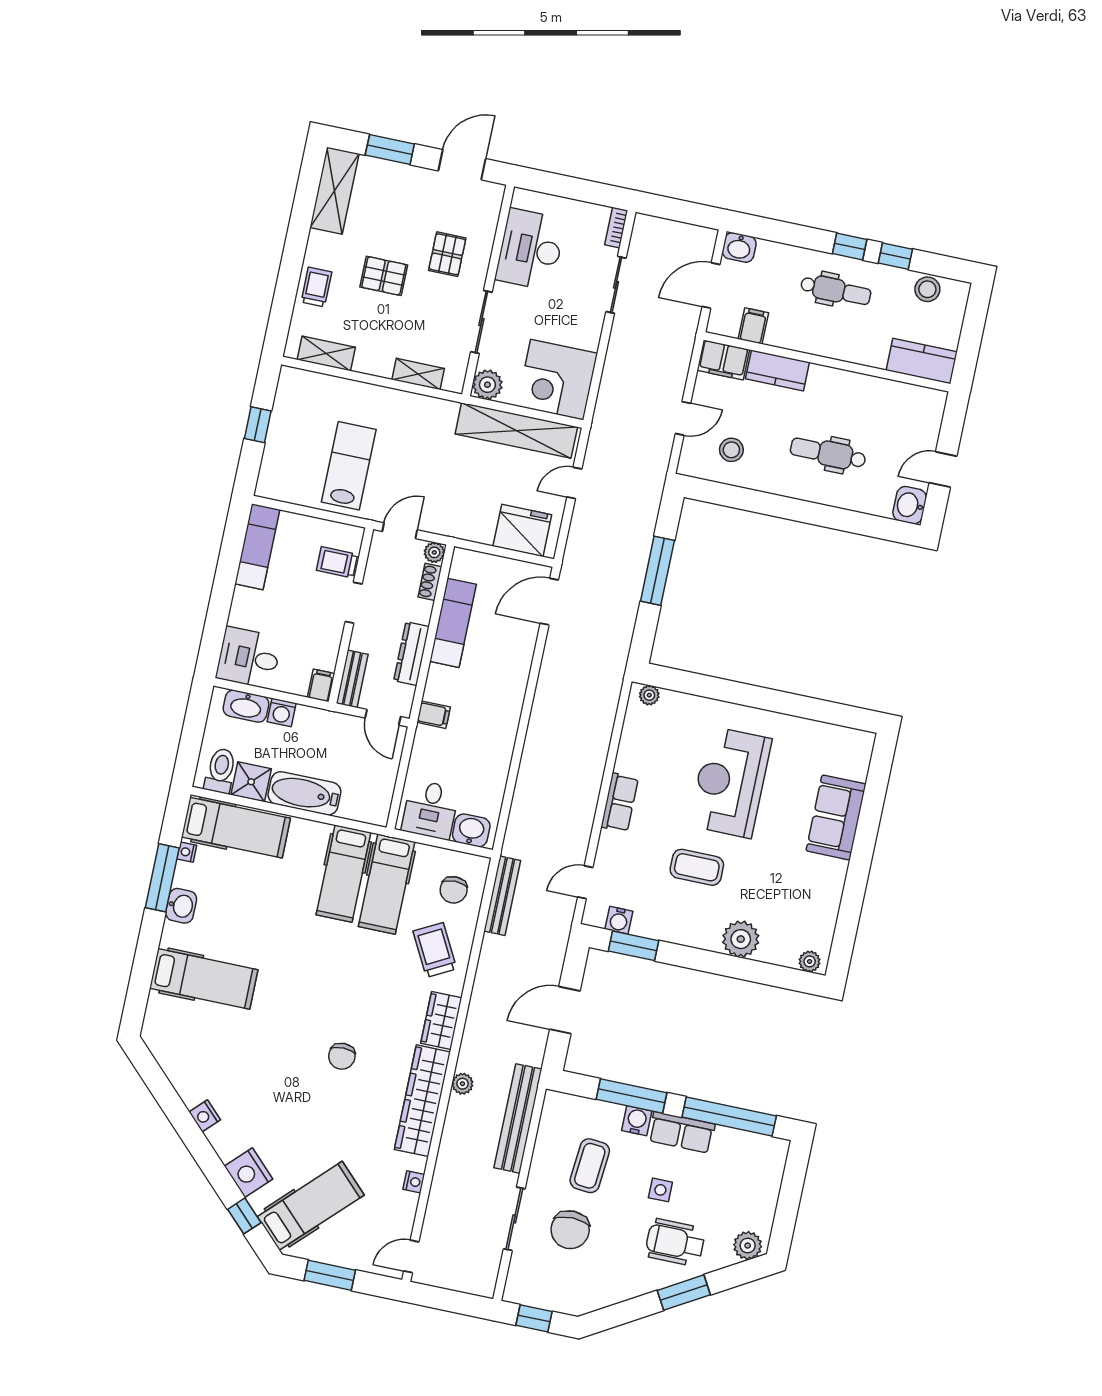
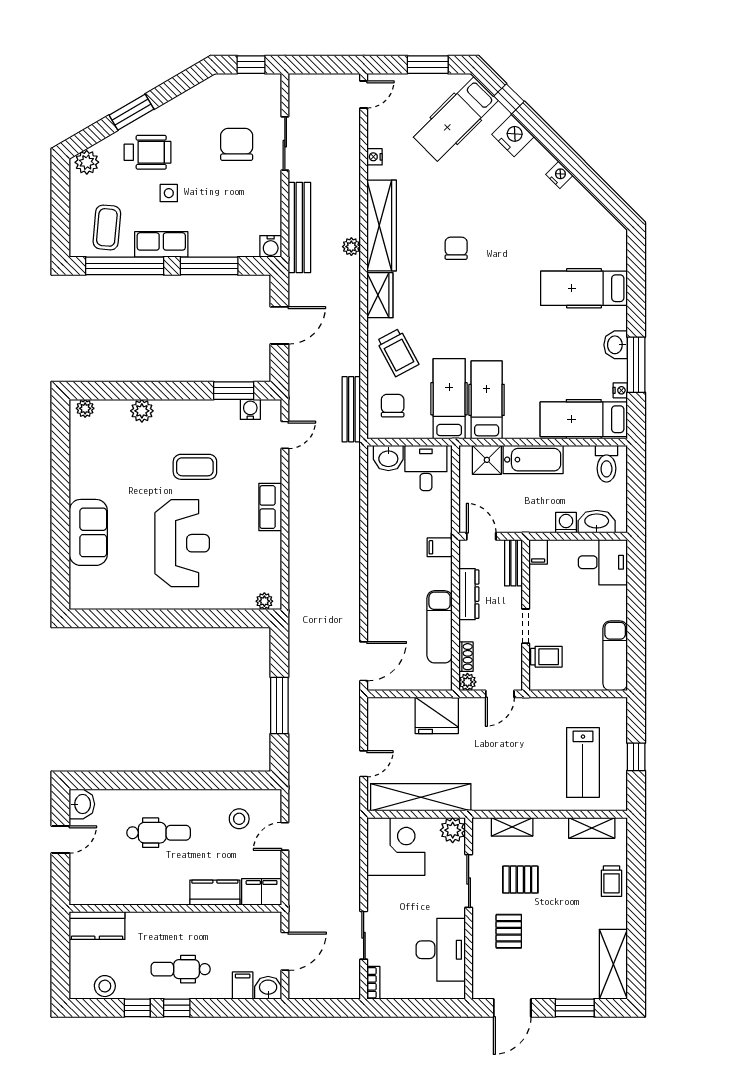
pallet: (384, 276) -> (520, 880), moved
filing cabinet: (753, 326) -> (243, 986), moved, turned 180
lab bench: (349, 466) -> (583, 762), moved
fridge: (522, 531) -> (437, 715), moved
shower: (251, 782) -> (487, 460), moved
plant: (741, 939) -> (142, 411), width x0.73, depth x0.73
water cooler: (637, 1121) -> (271, 246), moved
coffee table: (590, 1166) -> (107, 227), moved

